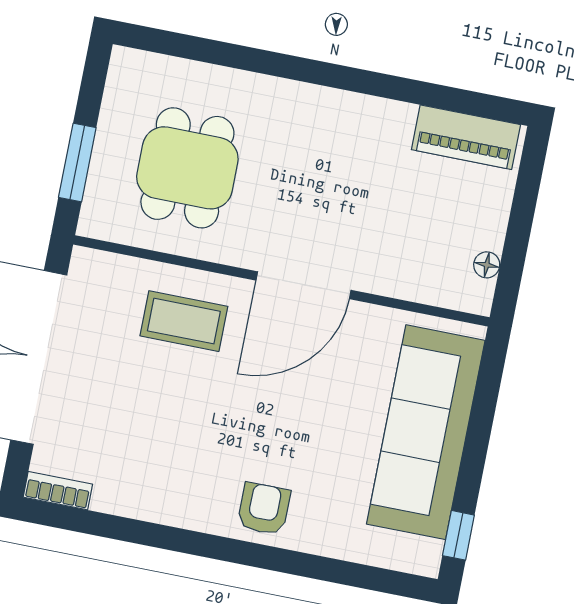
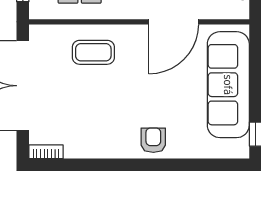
door: (304, 285) -> (174, 22), moved

